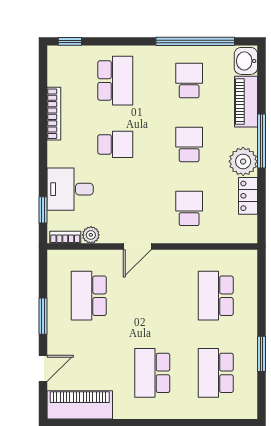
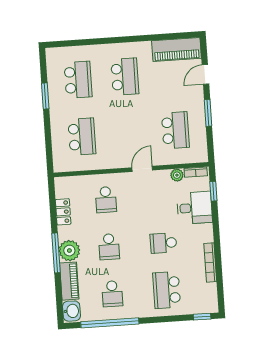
plant: (243, 161) -> (69, 251), moved

